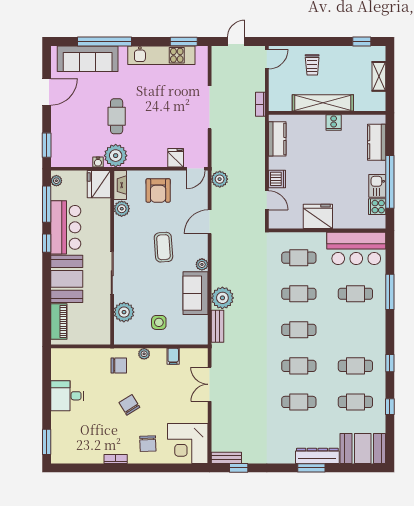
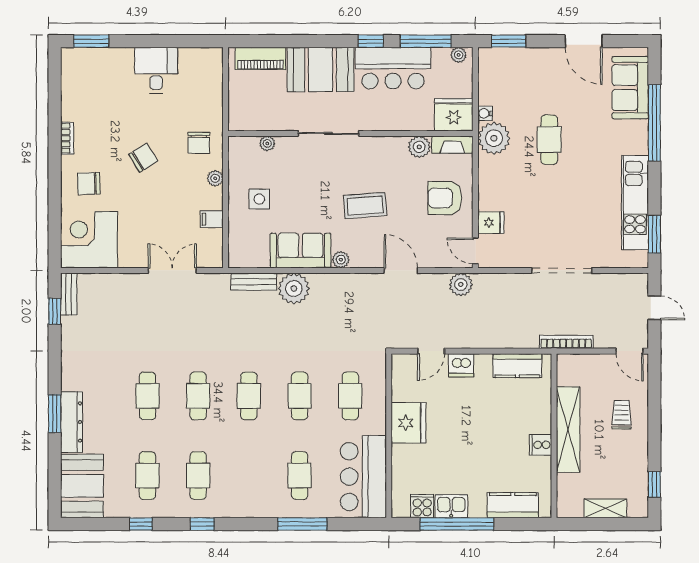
sofa: (88, 59) -> (630, 88), width x0.73
trolley: (312, 65) -> (622, 415), turned 90
bookcase: (260, 104) -> (566, 342), width x1.56
cafe table: (117, 116) -> (549, 140), turned 90
plant: (124, 312) -> (267, 143), width x0.53, depth x0.53

